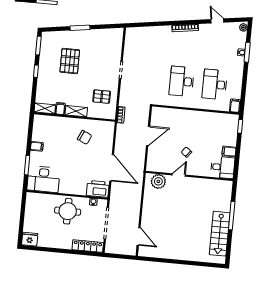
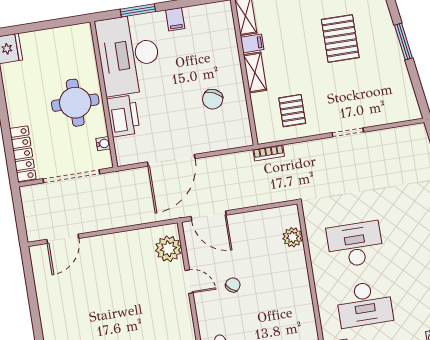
pallet: (70, 61) -> (340, 38), turned 90
desk: (215, 84) -> (364, 304), turned 180
plant: (169, 114) -> (293, 237), added
door: (148, 136) -> (209, 216), moved
desk: (43, 179) -> (129, 55), width x1.36, depth x1.30
printer: (98, 189) -> (123, 116), moved

